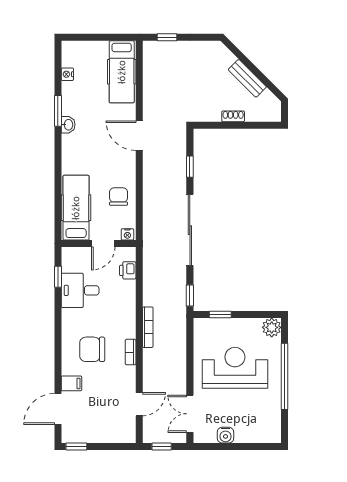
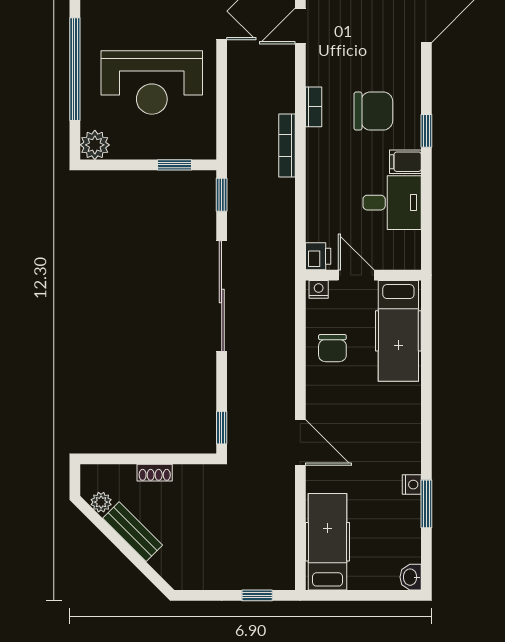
nightstand: (67, 74) -> (412, 485), moved
plant: (268, 97) -> (101, 502), added
window: (58, 111) -> (426, 504), moved
washbasin: (68, 125) -> (411, 577), moved
window: (190, 167) -> (222, 428), moved
door: (103, 244) -> (356, 275), hinge flipped
printer: (128, 270) -> (318, 256), moved
window: (58, 277) -> (426, 131), moved
filing cabinet: (71, 383) -> (405, 162), moved

